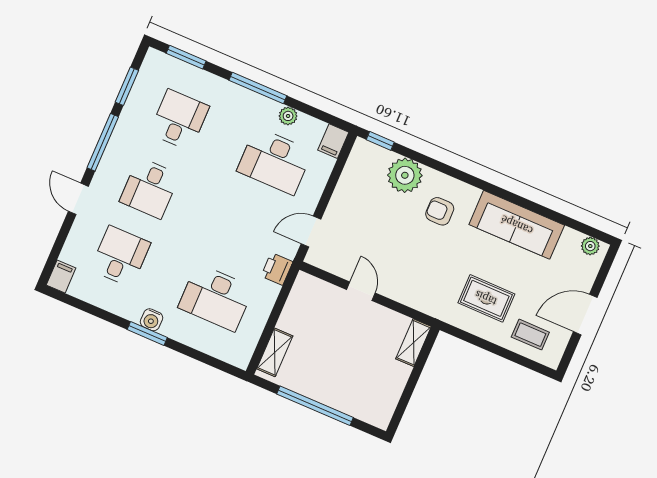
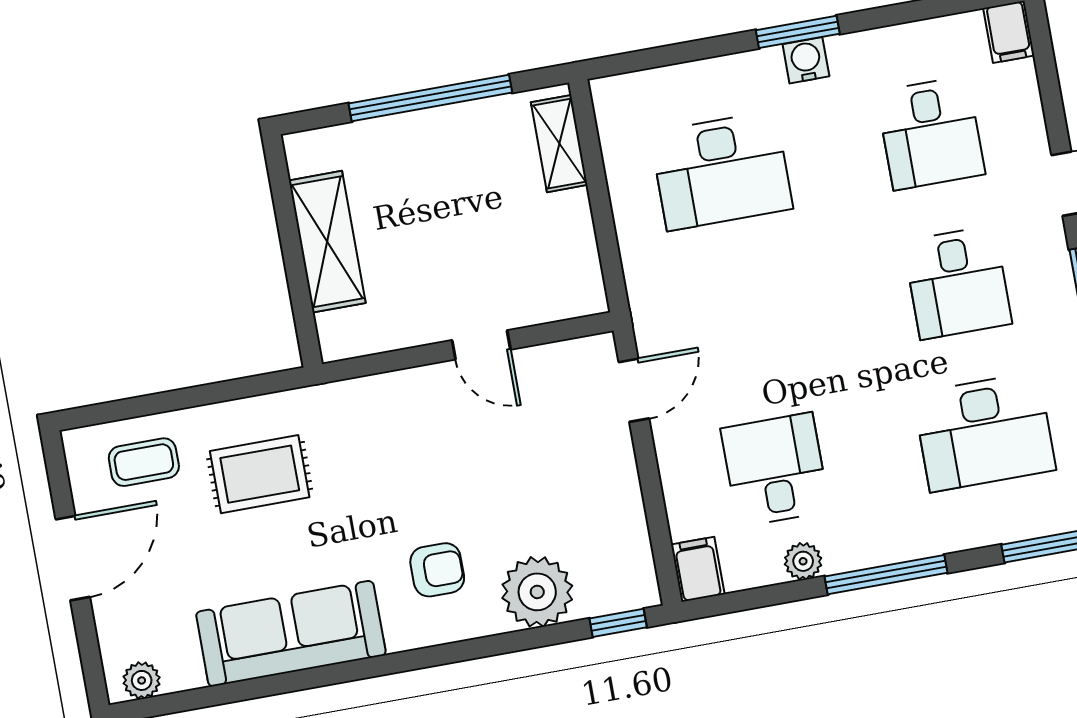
desk: (179, 120) -> (984, 432), width x1.37
desk: (275, 161) -> (775, 470), width x0.73
desk: (150, 188) -> (957, 283), turned 180
printer: (277, 269) -> (650, 288), removed
desk: (216, 297) -> (721, 171), turned 180
shelving: (413, 343) -> (327, 242), moved, width x1.50, depth x1.33

